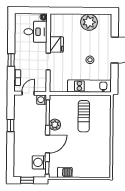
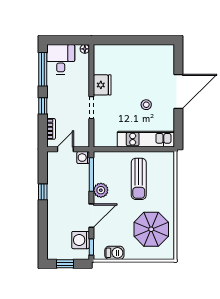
plant: (89, 22) -> (145, 55), removed
window: (11, 32) -> (43, 69), added
desk: (35, 32) -> (61, 59), moved, turned -90
parasol: (93, 155) -> (151, 229), added

